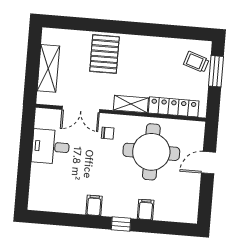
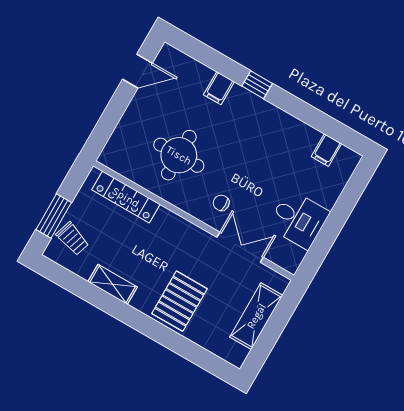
shelving: (131, 104) -> (113, 284), moved
round table: (151, 152) -> (179, 155), width x0.73, depth x0.73
door: (208, 163) -> (137, 71), moved
filing cabinet: (94, 205) -> (326, 150), moved

